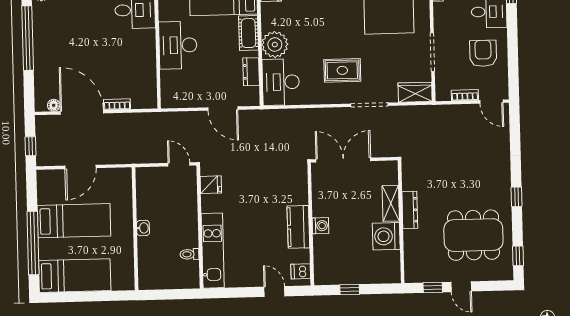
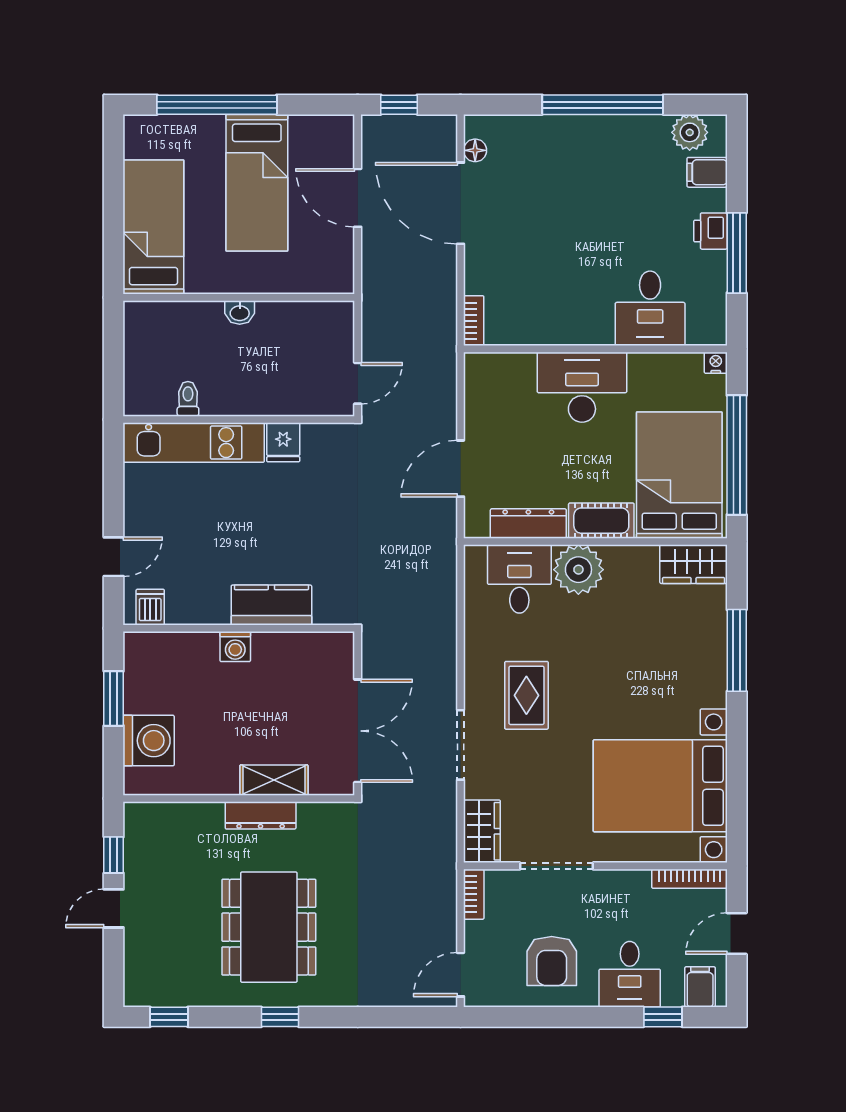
armchair: (483, 53) -> (552, 961), turned 90
dresser: (251, 72) -> (528, 524), width x1.44
desk: (281, 82) -> (519, 579), width x0.73
bookcase: (465, 95) -> (474, 894), moved
bookcase: (117, 104) -> (474, 321), moved
door: (82, 112) -> (460, 203), swing flipped
double door: (343, 160) -> (358, 731), moved
fridge: (211, 185) -> (283, 442), moved
kitchen counter: (298, 227) -> (271, 605), moved
dining table: (473, 235) -> (269, 927), moved
washing machine: (386, 236) -> (149, 741), moved, turned 90
bed: (75, 276) -> (153, 227), moved, turned 180
window: (350, 290) -> (114, 698), width x1.50

